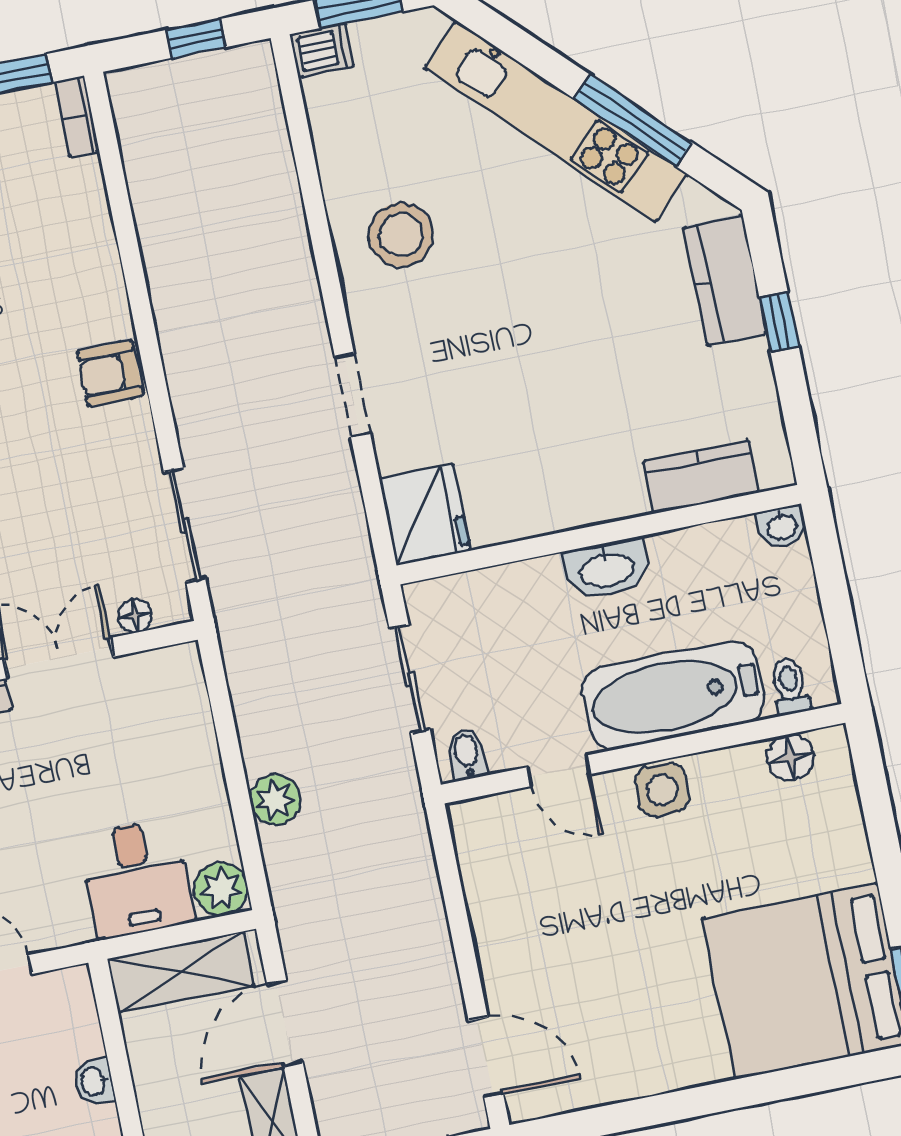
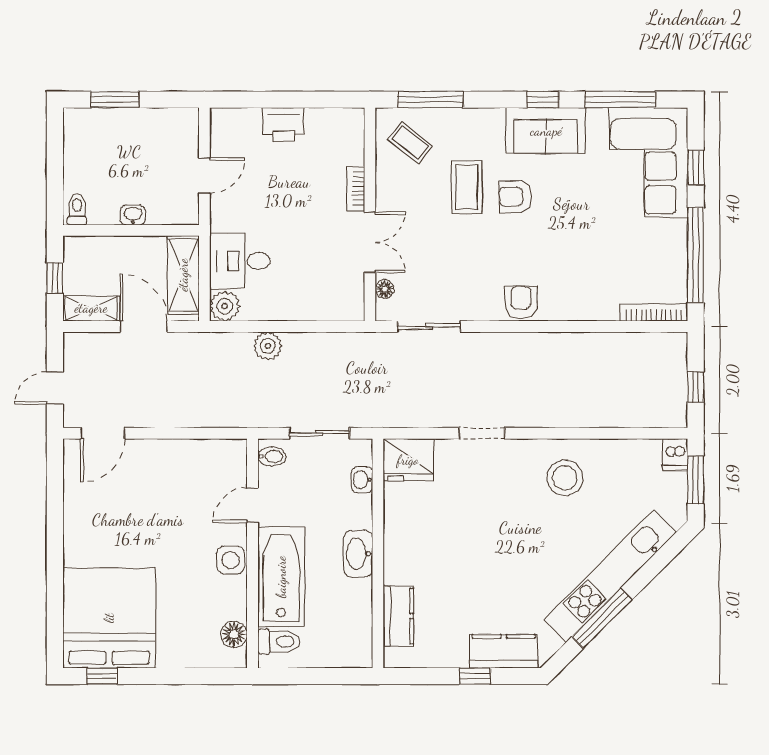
bookcase: (77, 116) -> (654, 313), width x1.56
washbasin: (782, 527) -> (362, 480), moved
toilet: (790, 686) -> (279, 642), width x1.37, depth x1.39

